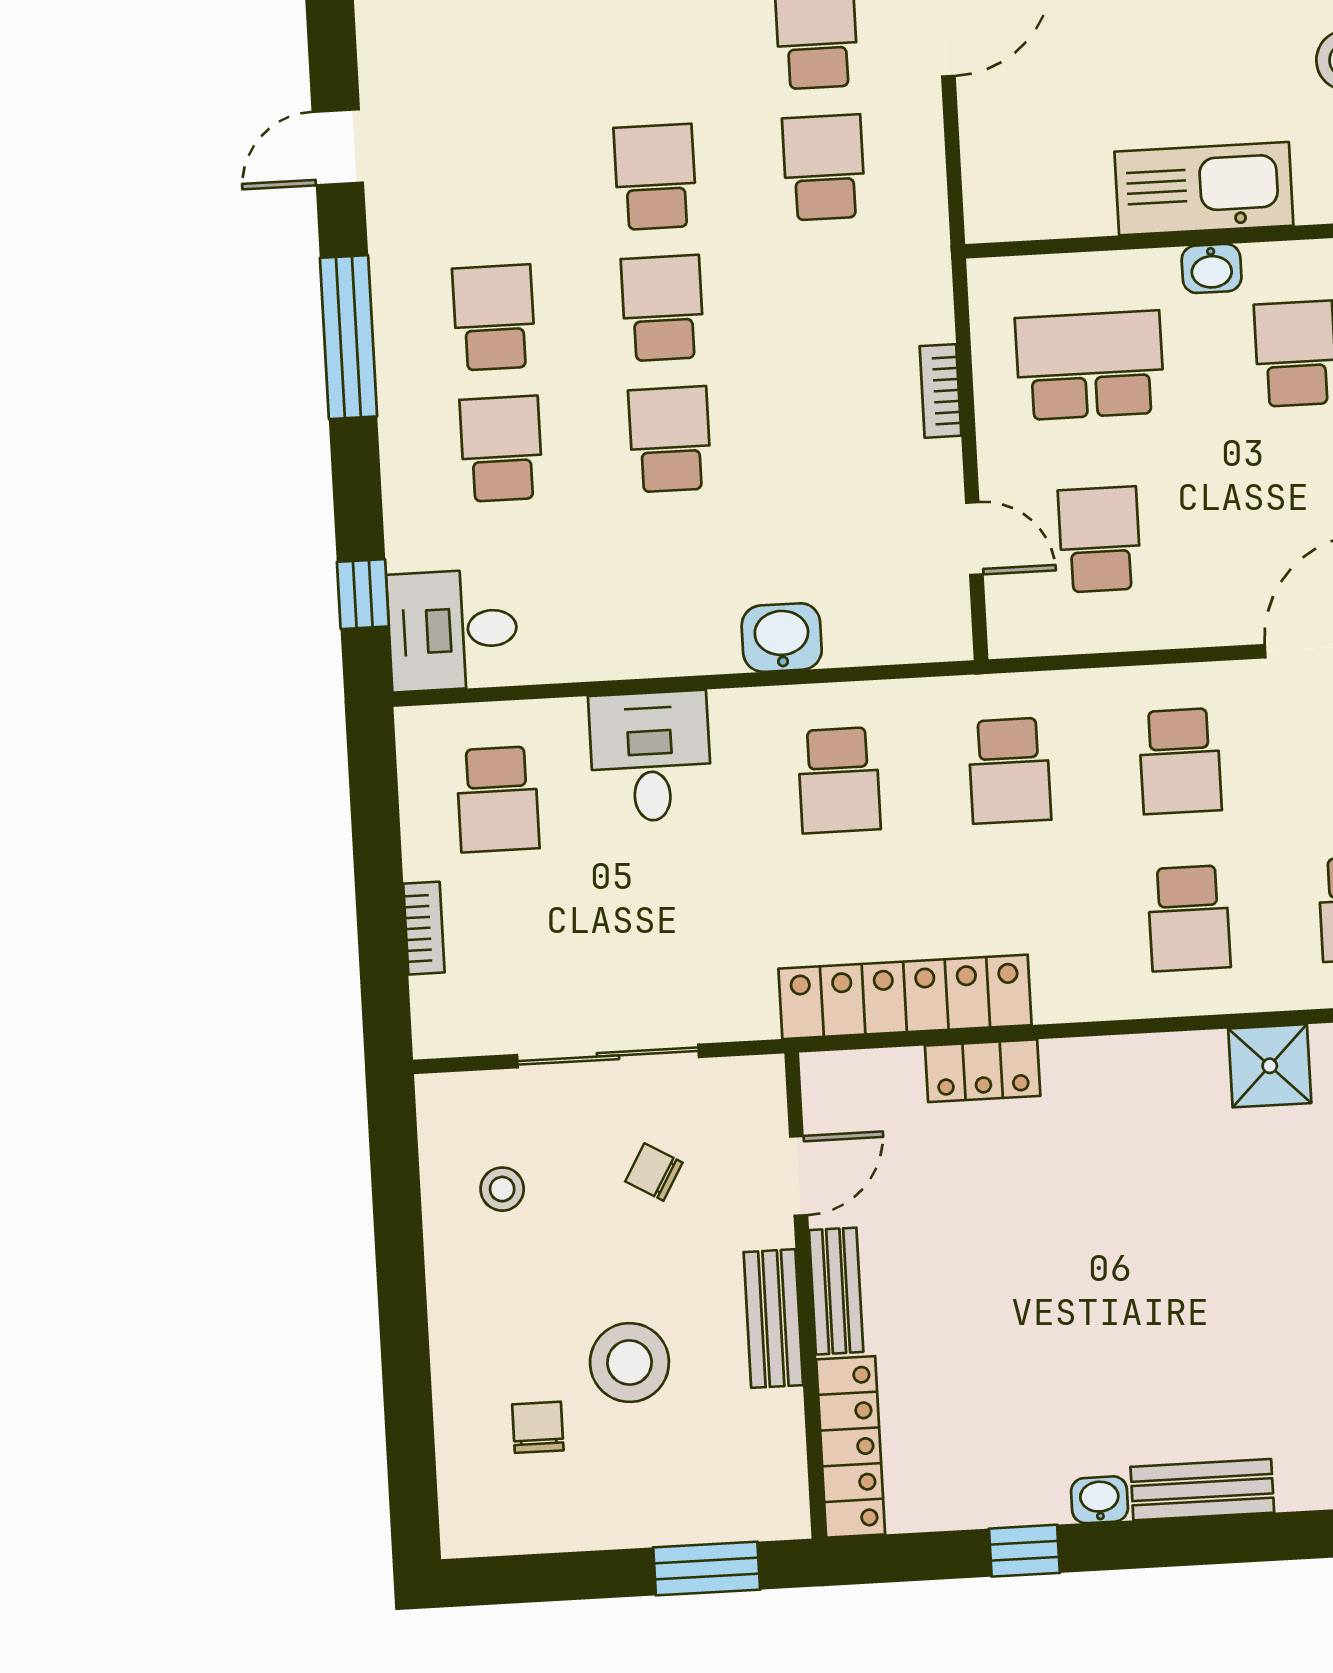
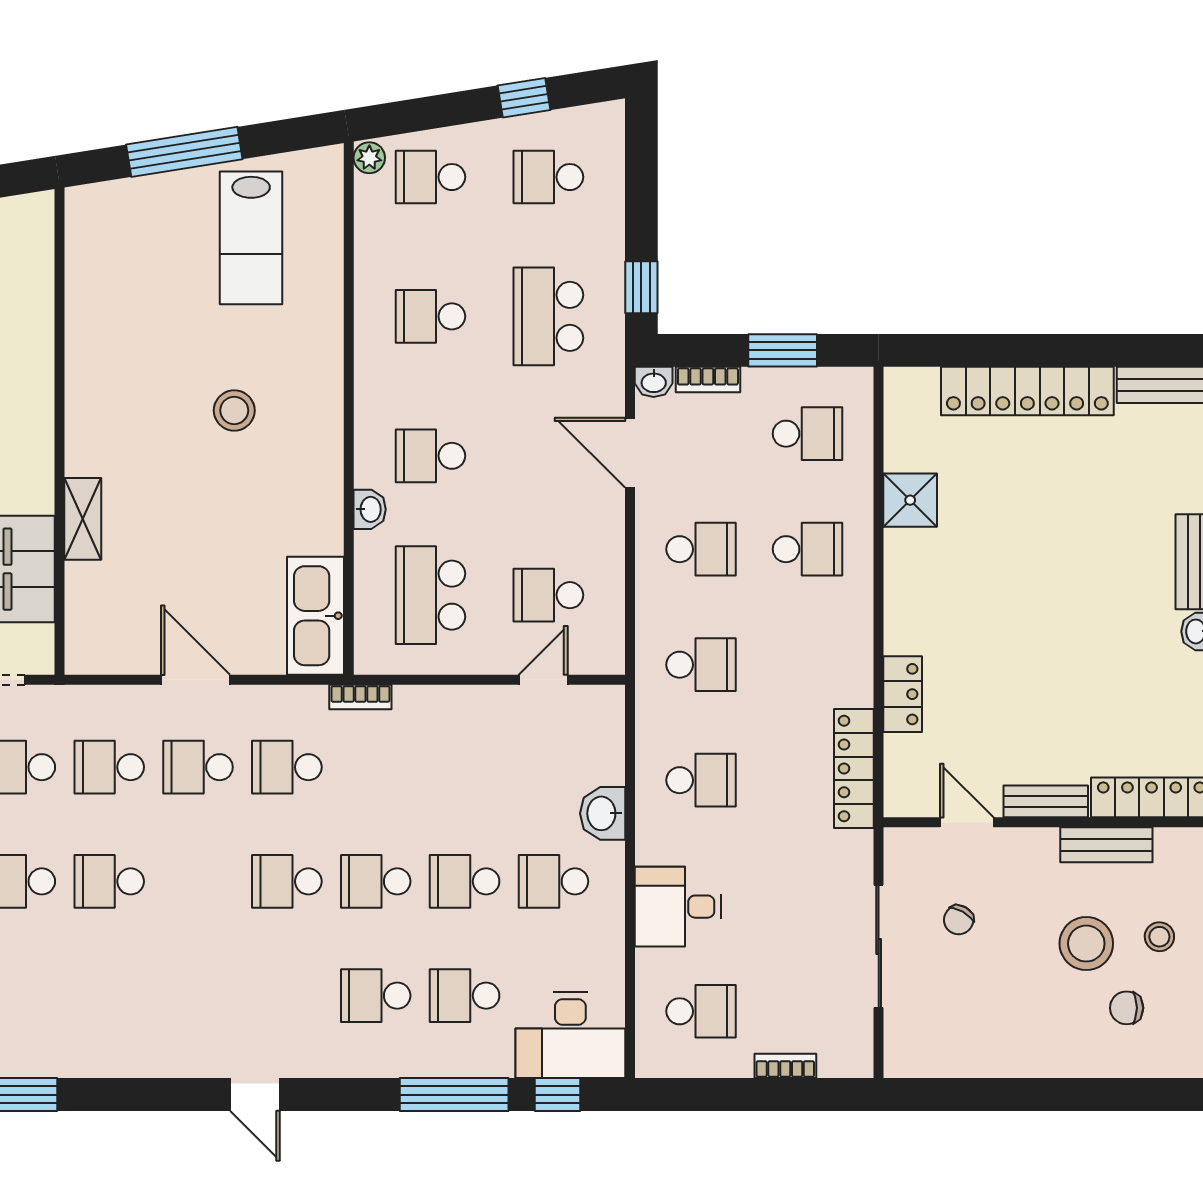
kitchen sink: (1204, 189) -> (316, 616), moved
window: (348, 337) -> (454, 1095), moved
bookcase: (940, 391) -> (360, 697), moved
school desk: (677, 571) -> (553, 881), added
desk: (453, 630) -> (570, 1035), width x1.37
locker: (905, 997) -> (854, 768), width x0.71, depth x0.83
stool: (502, 1189) -> (1159, 937), moved
bench: (773, 1319) -> (1106, 845), moved

